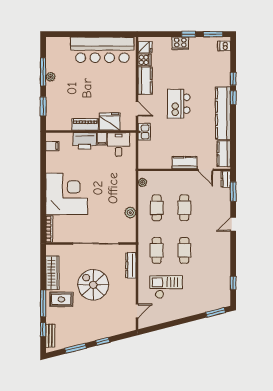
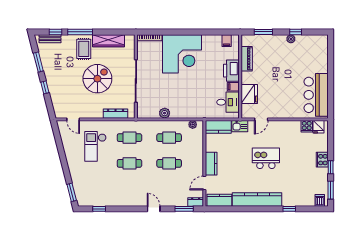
bar counter: (102, 50) -> (316, 95), width x0.73
window: (43, 72) -> (296, 32), width x0.46
kitchen counter: (145, 81) -> (218, 127), moved
window: (233, 98) -> (272, 209), removed
piano: (85, 124) -> (247, 59), moved
checkout: (166, 287) -> (95, 146), turned 180

